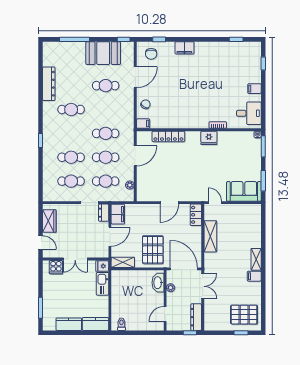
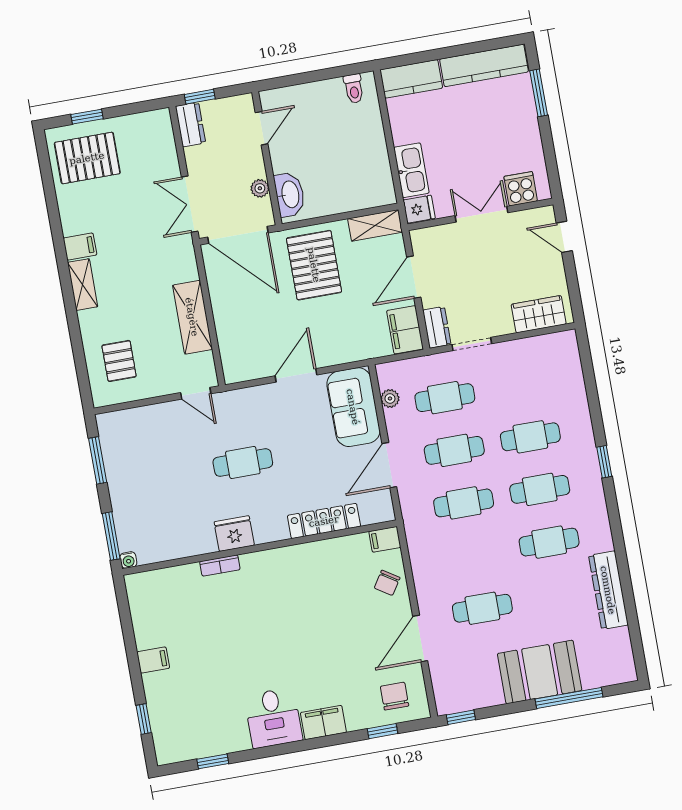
booth: (103, 53) -> (540, 672), moved
desk: (249, 113) -> (273, 718), moved, turned -90
cafe table: (200, 168) -> (243, 463), added
cafe table: (71, 181) -> (540, 489), moved
sofa: (244, 191) -> (353, 407), moved, turned 90
locker: (196, 215) -> (233, 359), removed
wardrobe: (49, 221) -> (539, 314), moved, turned 90
pallet: (246, 223) -> (119, 361), added
dresser: (196, 317) -> (190, 125), width x0.70
kitchen counter: (69, 324) -> (484, 65), width x1.50

